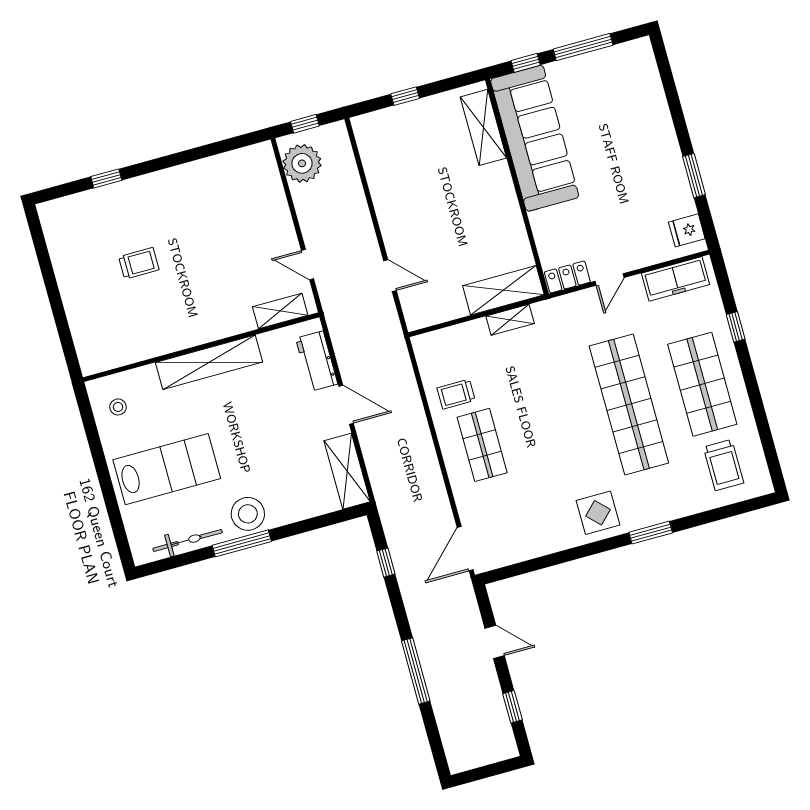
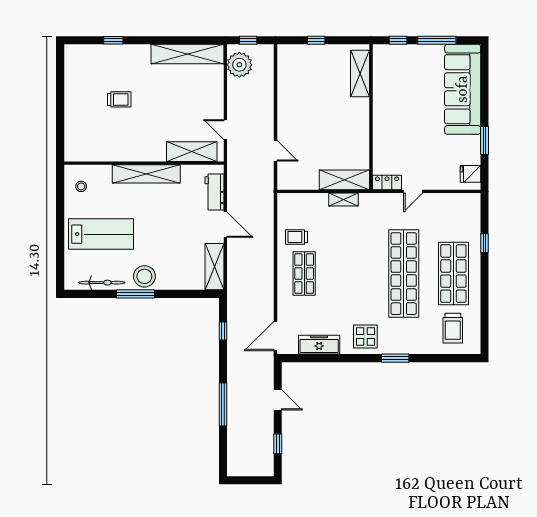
sofa: (535, 138) -> (463, 89), moved, turned 180
shelving: (221, 169) -> (187, 54), added
freezer: (676, 279) -> (319, 345), moved, turned 180
shelving: (280, 311) -> (192, 152), width x1.50, depth x1.33

